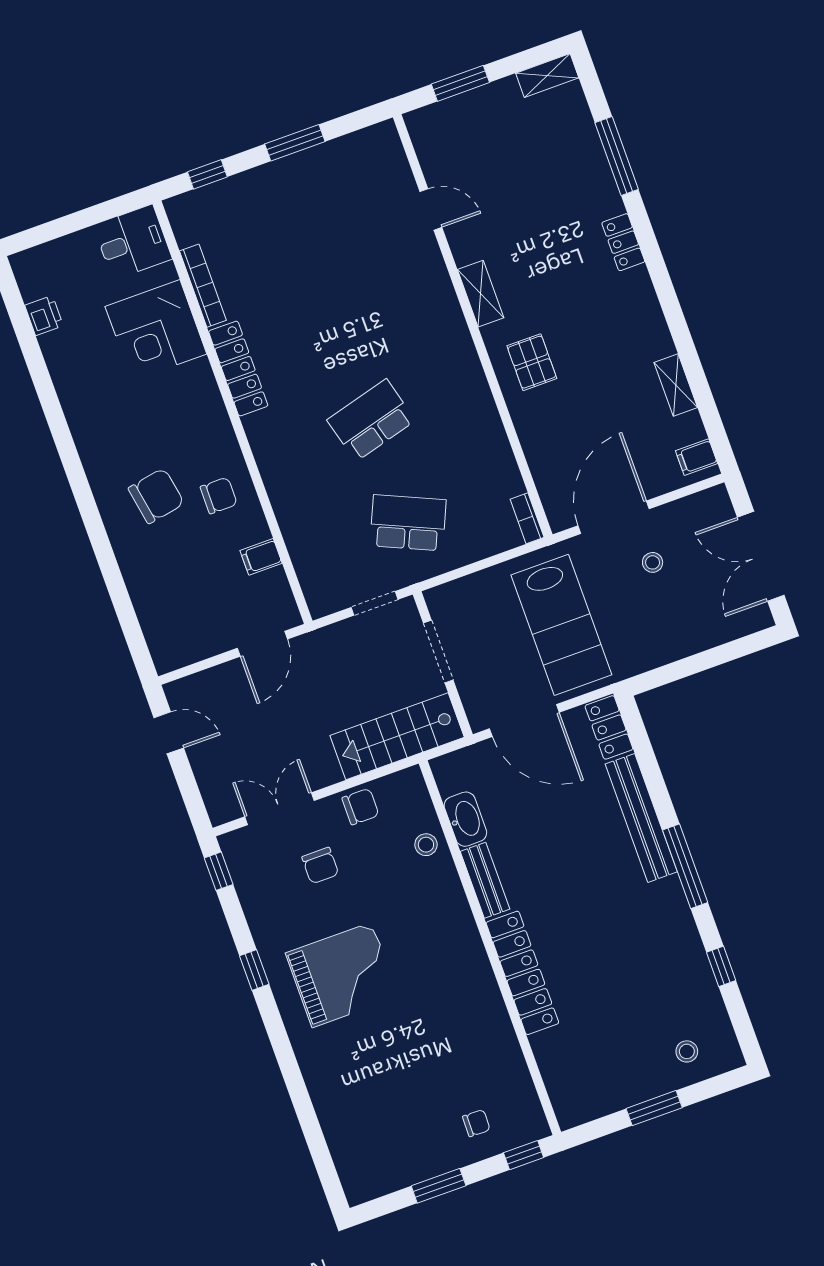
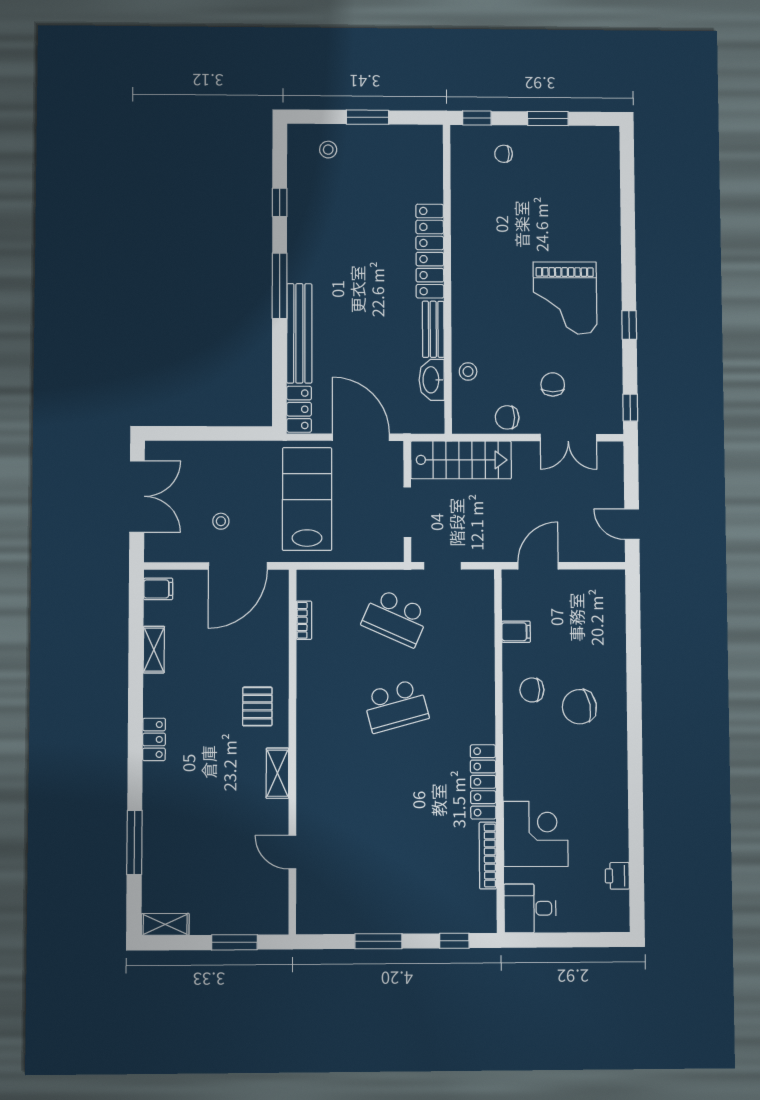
locker: (623, 242) -> (154, 739), moved
bookcase: (527, 518) -> (304, 620), moved
grand piano: (342, 975) -> (565, 298), turned -90

